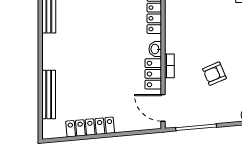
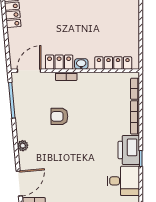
armchair: (214, 74) -> (59, 116), turned -67

